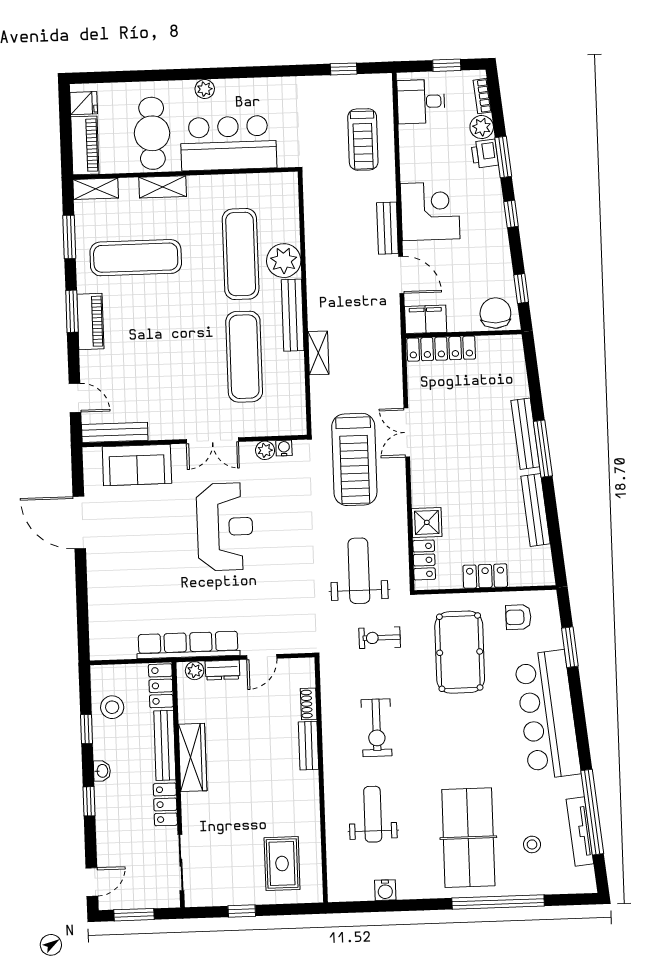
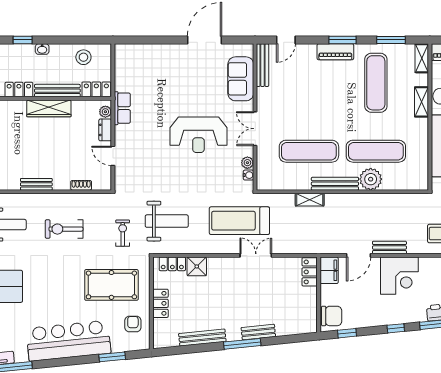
locker: (441, 349) -> (310, 272), width x0.66
bench: (525, 434) -> (258, 332), width x0.73
row of seats: (188, 645) -> (122, 108), width x0.50
window: (86, 729) -> (70, 40), removed
bench: (308, 746) -> (36, 184), moved

